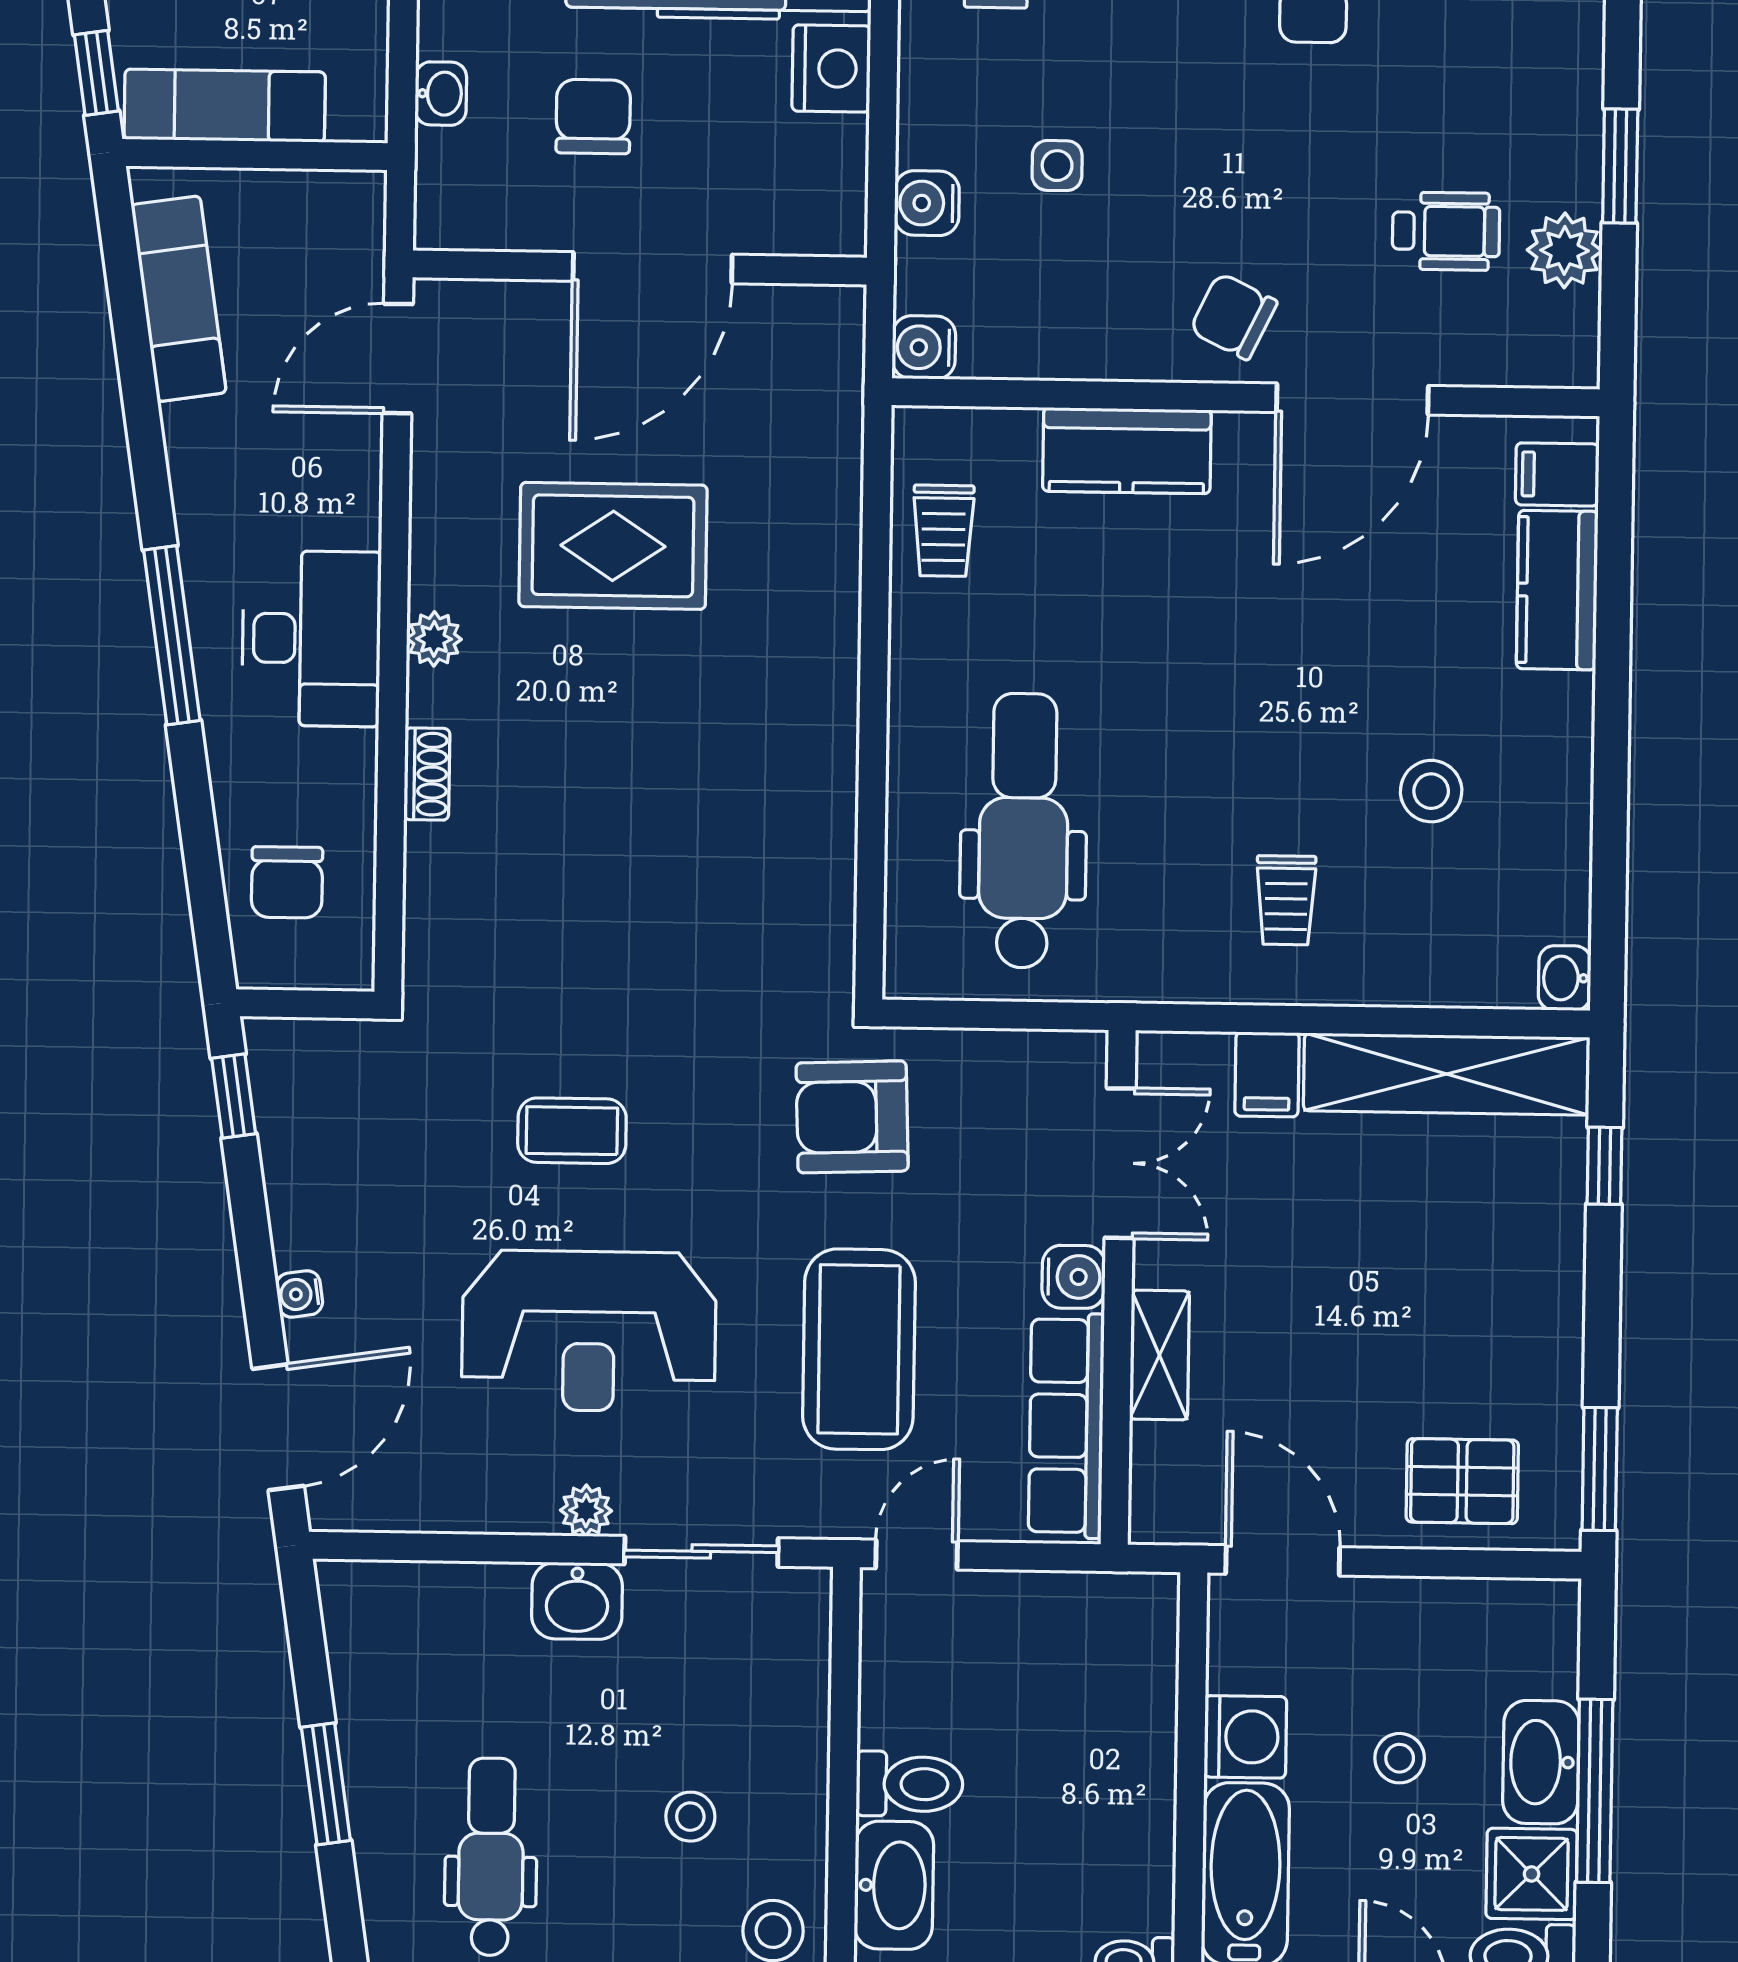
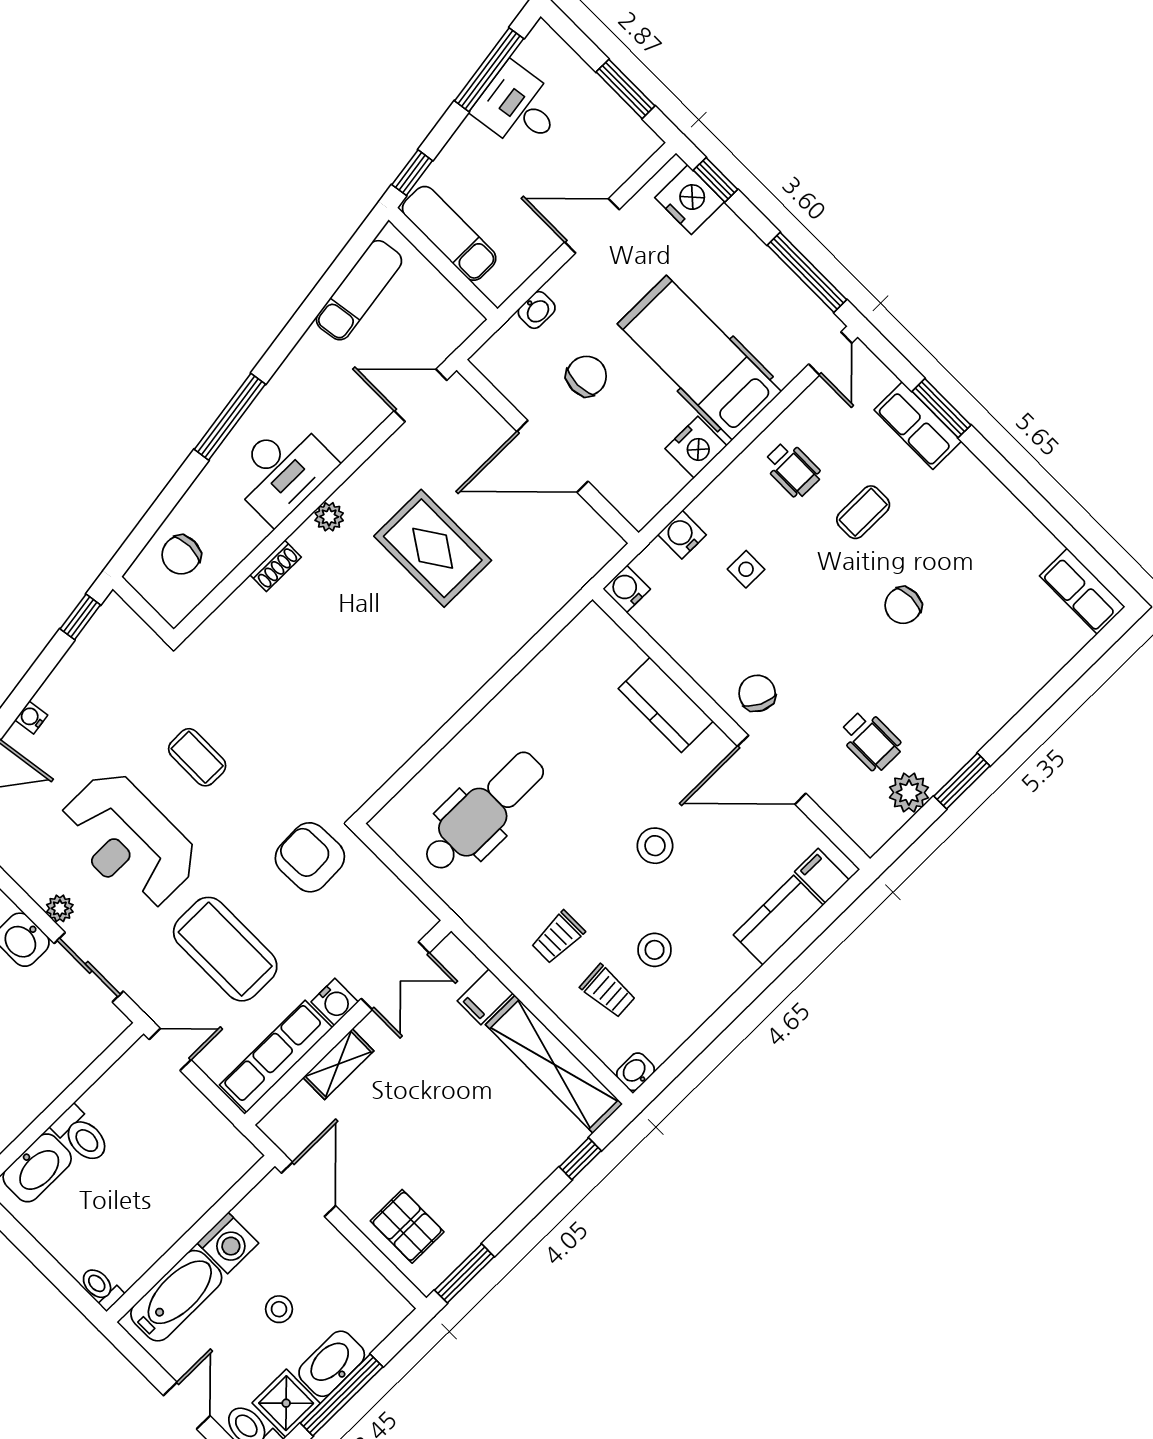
trolley: (944, 531) -> (608, 991), moved, turned -94
stool: (1296, 652) -> (655, 846), added
coffee table: (859, 1349) -> (225, 949), turned 90

